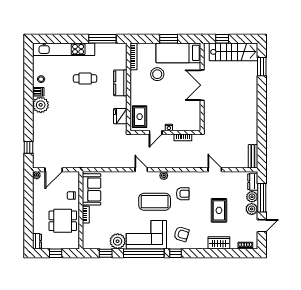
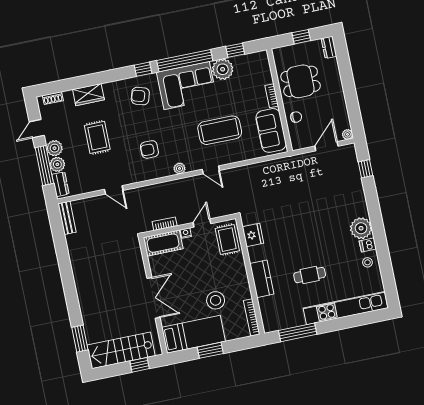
cot: (187, 124) -> (163, 243), added
coffee table: (155, 202) -> (220, 130), moved

